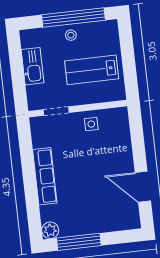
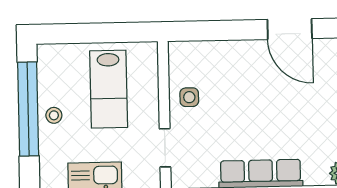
door: (143, 187) -> (290, 29), hinge flipped

